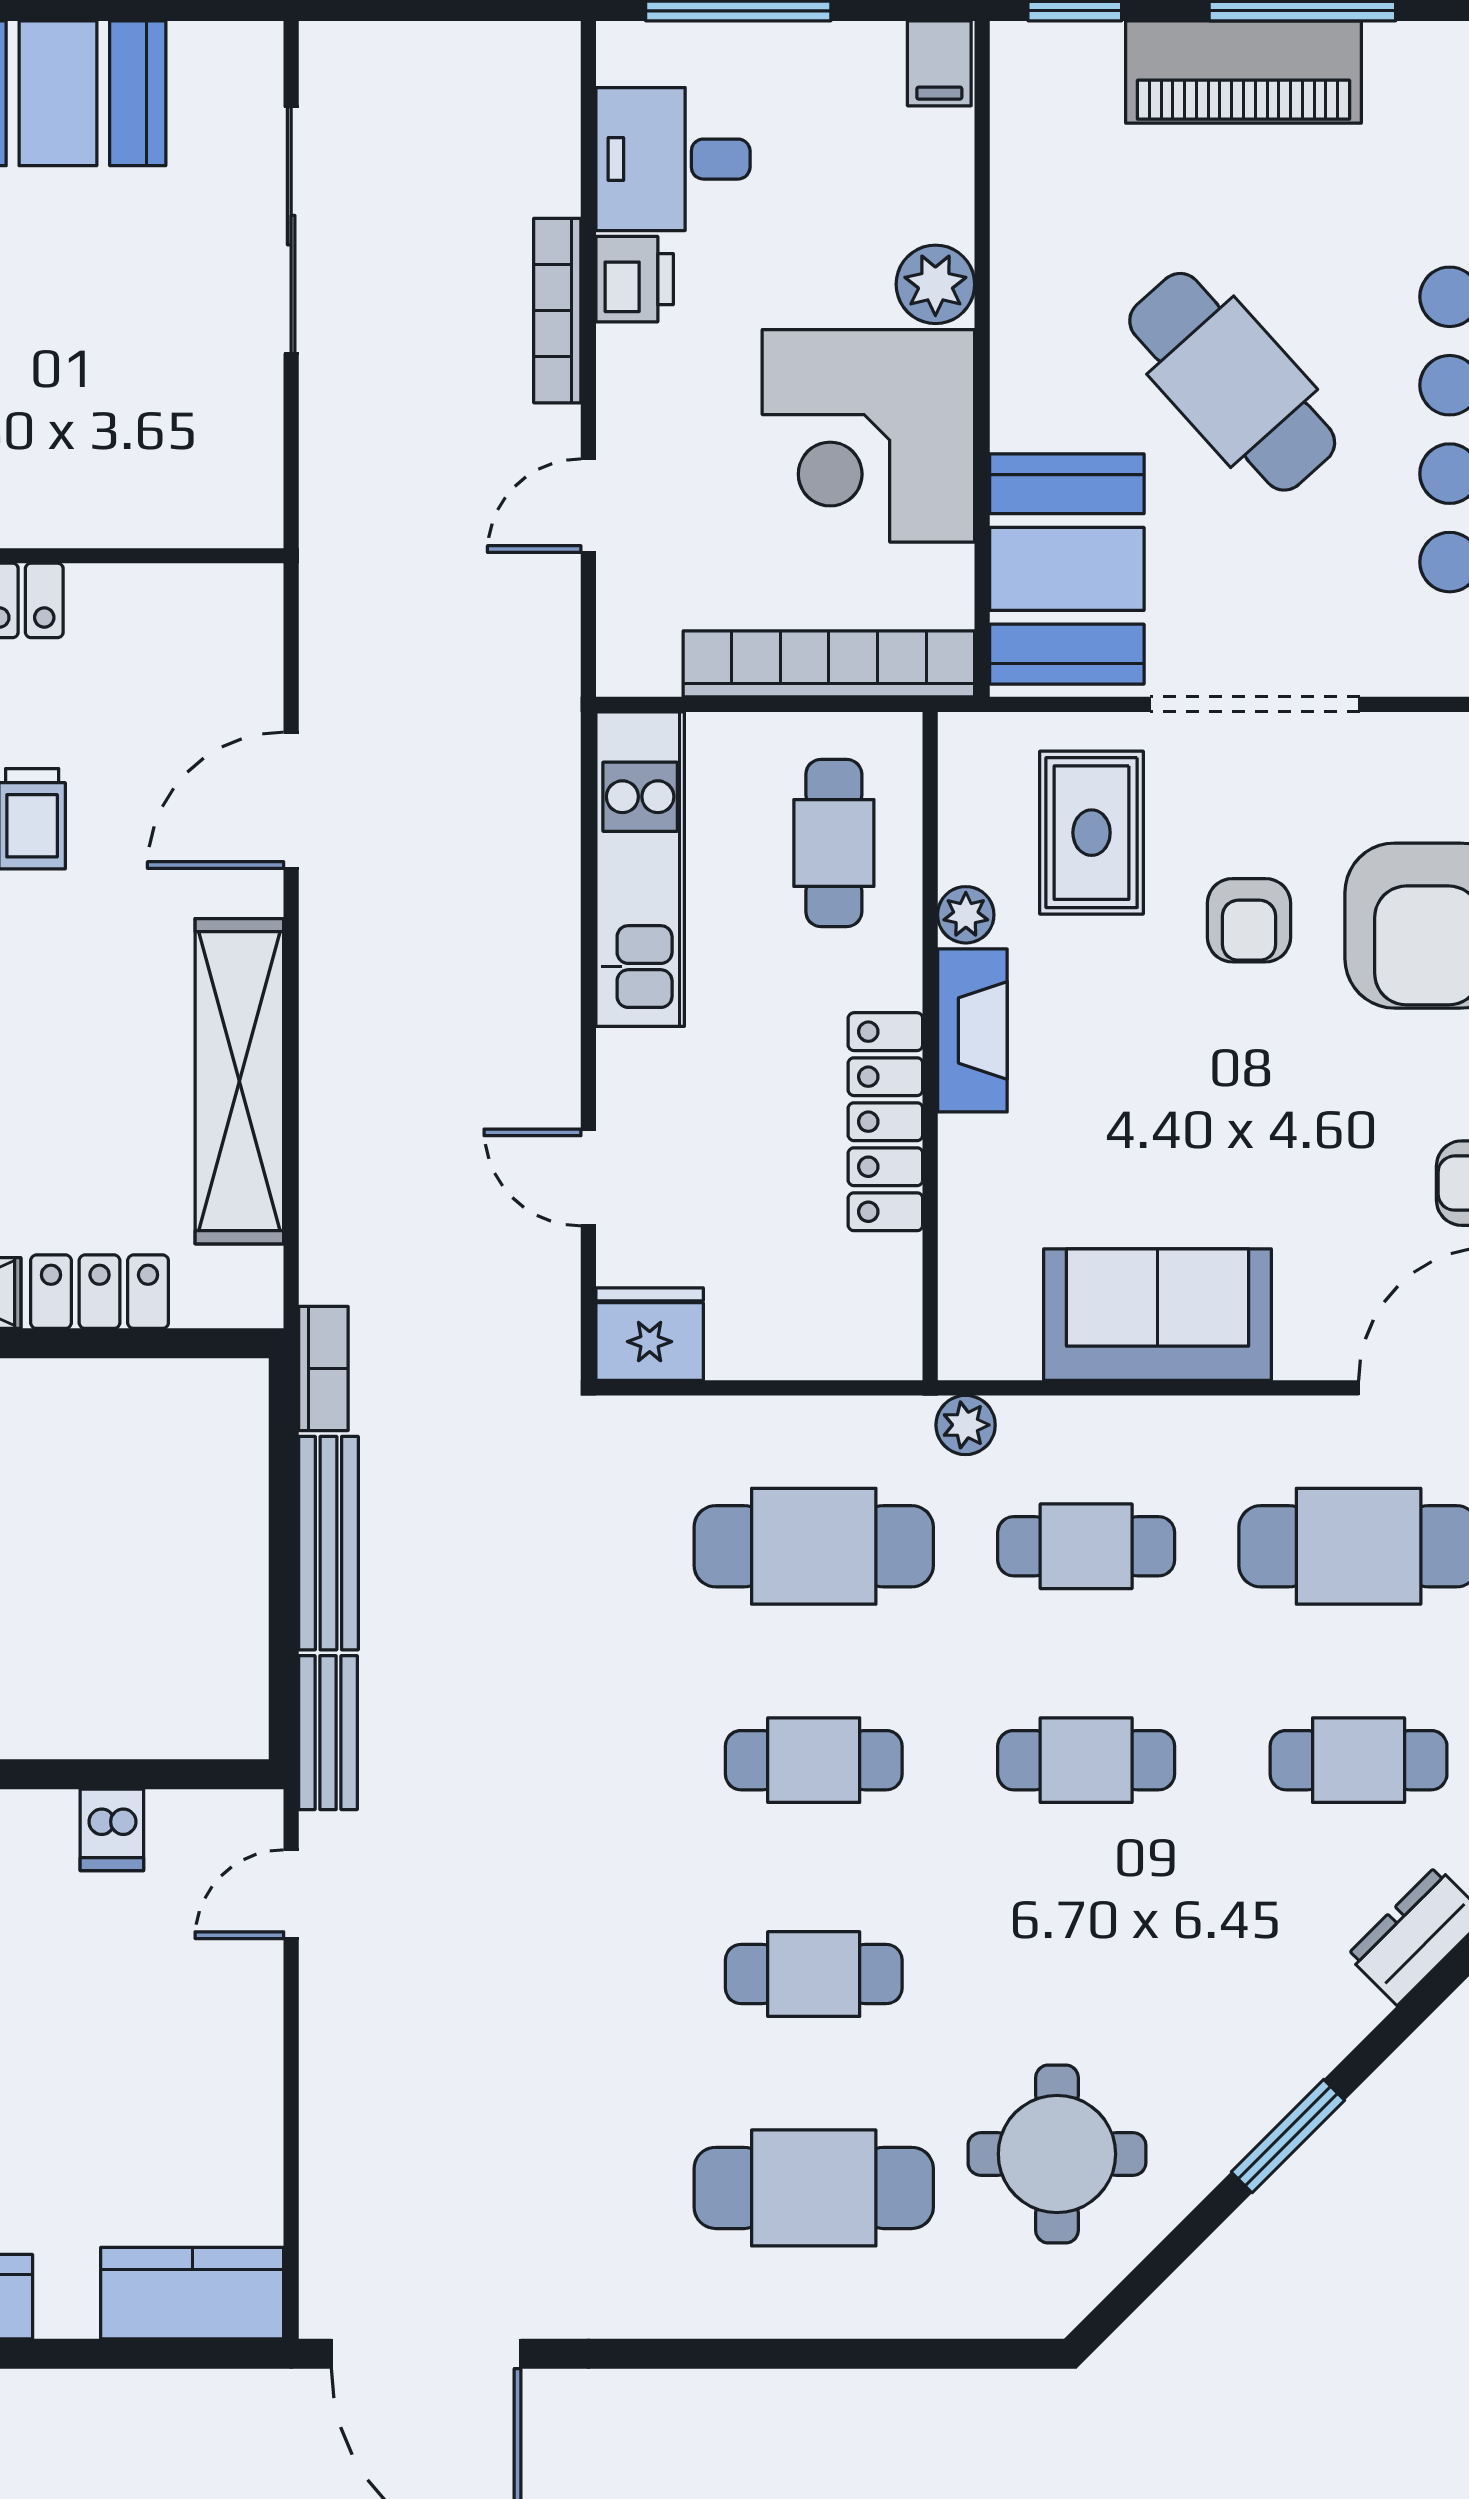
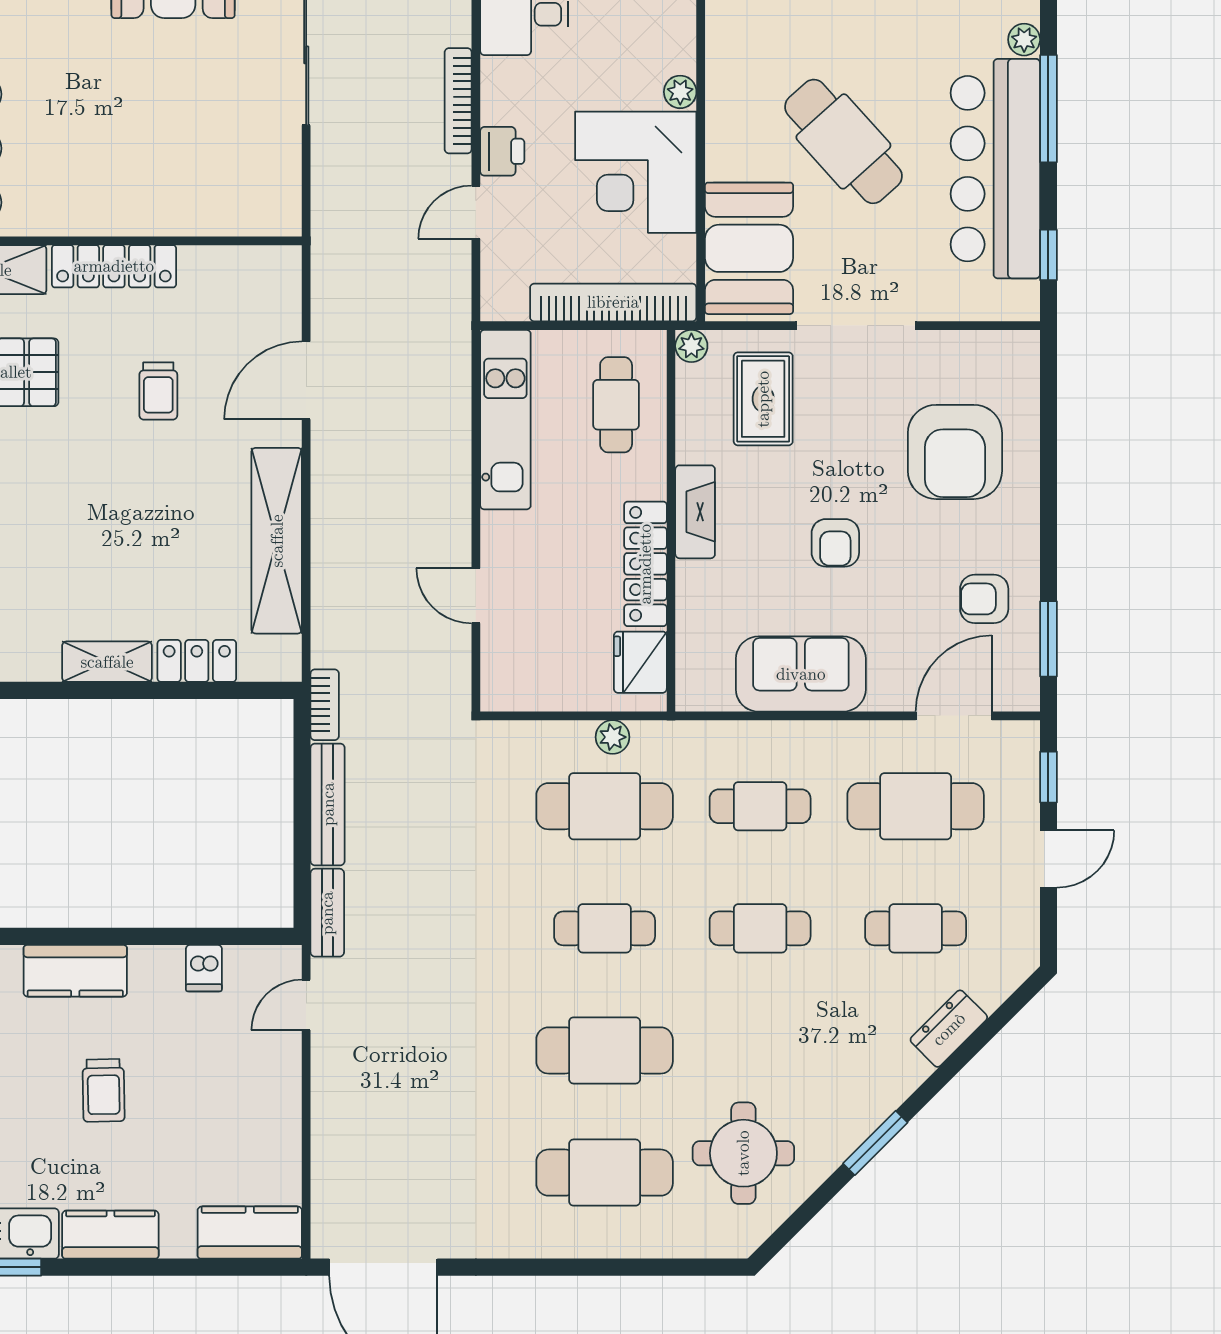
printer: (635, 279) -> (502, 151), moved
plant: (935, 284) -> (680, 92), width x0.73, depth x0.73
plant: (966, 915) -> (691, 346), moved
armchair: (1249, 920) -> (835, 543), moved
fridge: (650, 1334) -> (640, 662), moved, turned -90
plant: (966, 1425) -> (612, 737), moved
cafe table: (814, 1974) -> (605, 1050), width x1.37, depth x1.35

